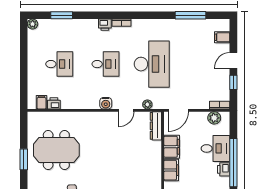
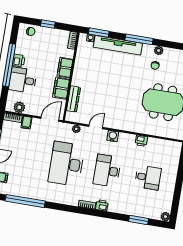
window: (190, 15) -> (25, 201), width x1.46
desk: (59, 64) -> (148, 177), turned 180
desk: (105, 64) -> (107, 171), width x1.37
filing cabinet: (41, 102) -> (26, 123), moved
printer: (54, 103) -> (141, 141), moved
dresser: (156, 126) -> (74, 99), moved

